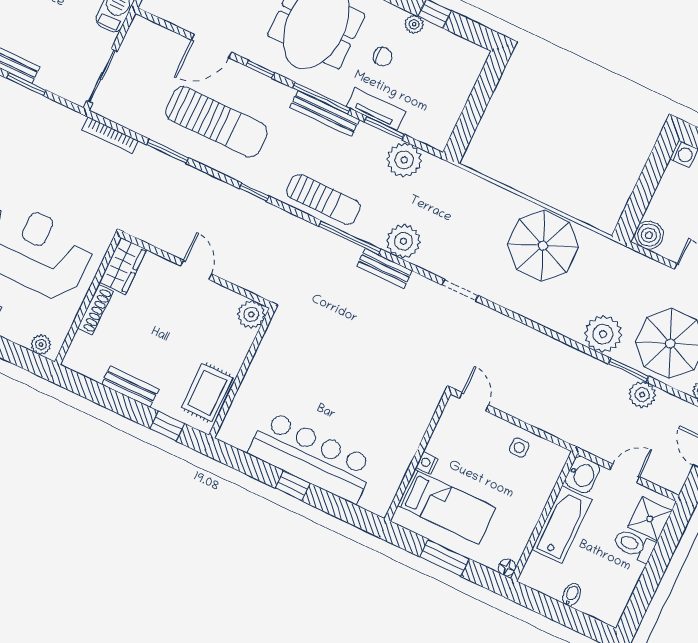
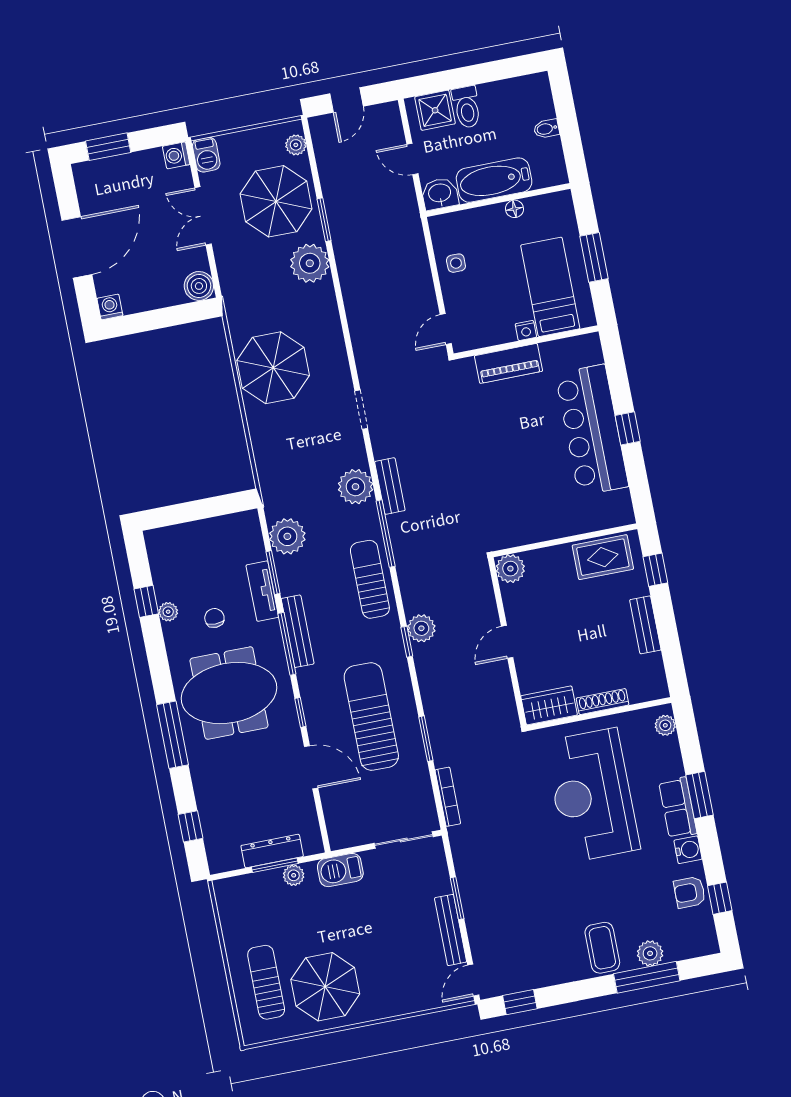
plant: (642, 395) -> (421, 628), moved
piano: (411, 431) -> (508, 363), added
floor lamp: (507, 568) -> (515, 209), moved

